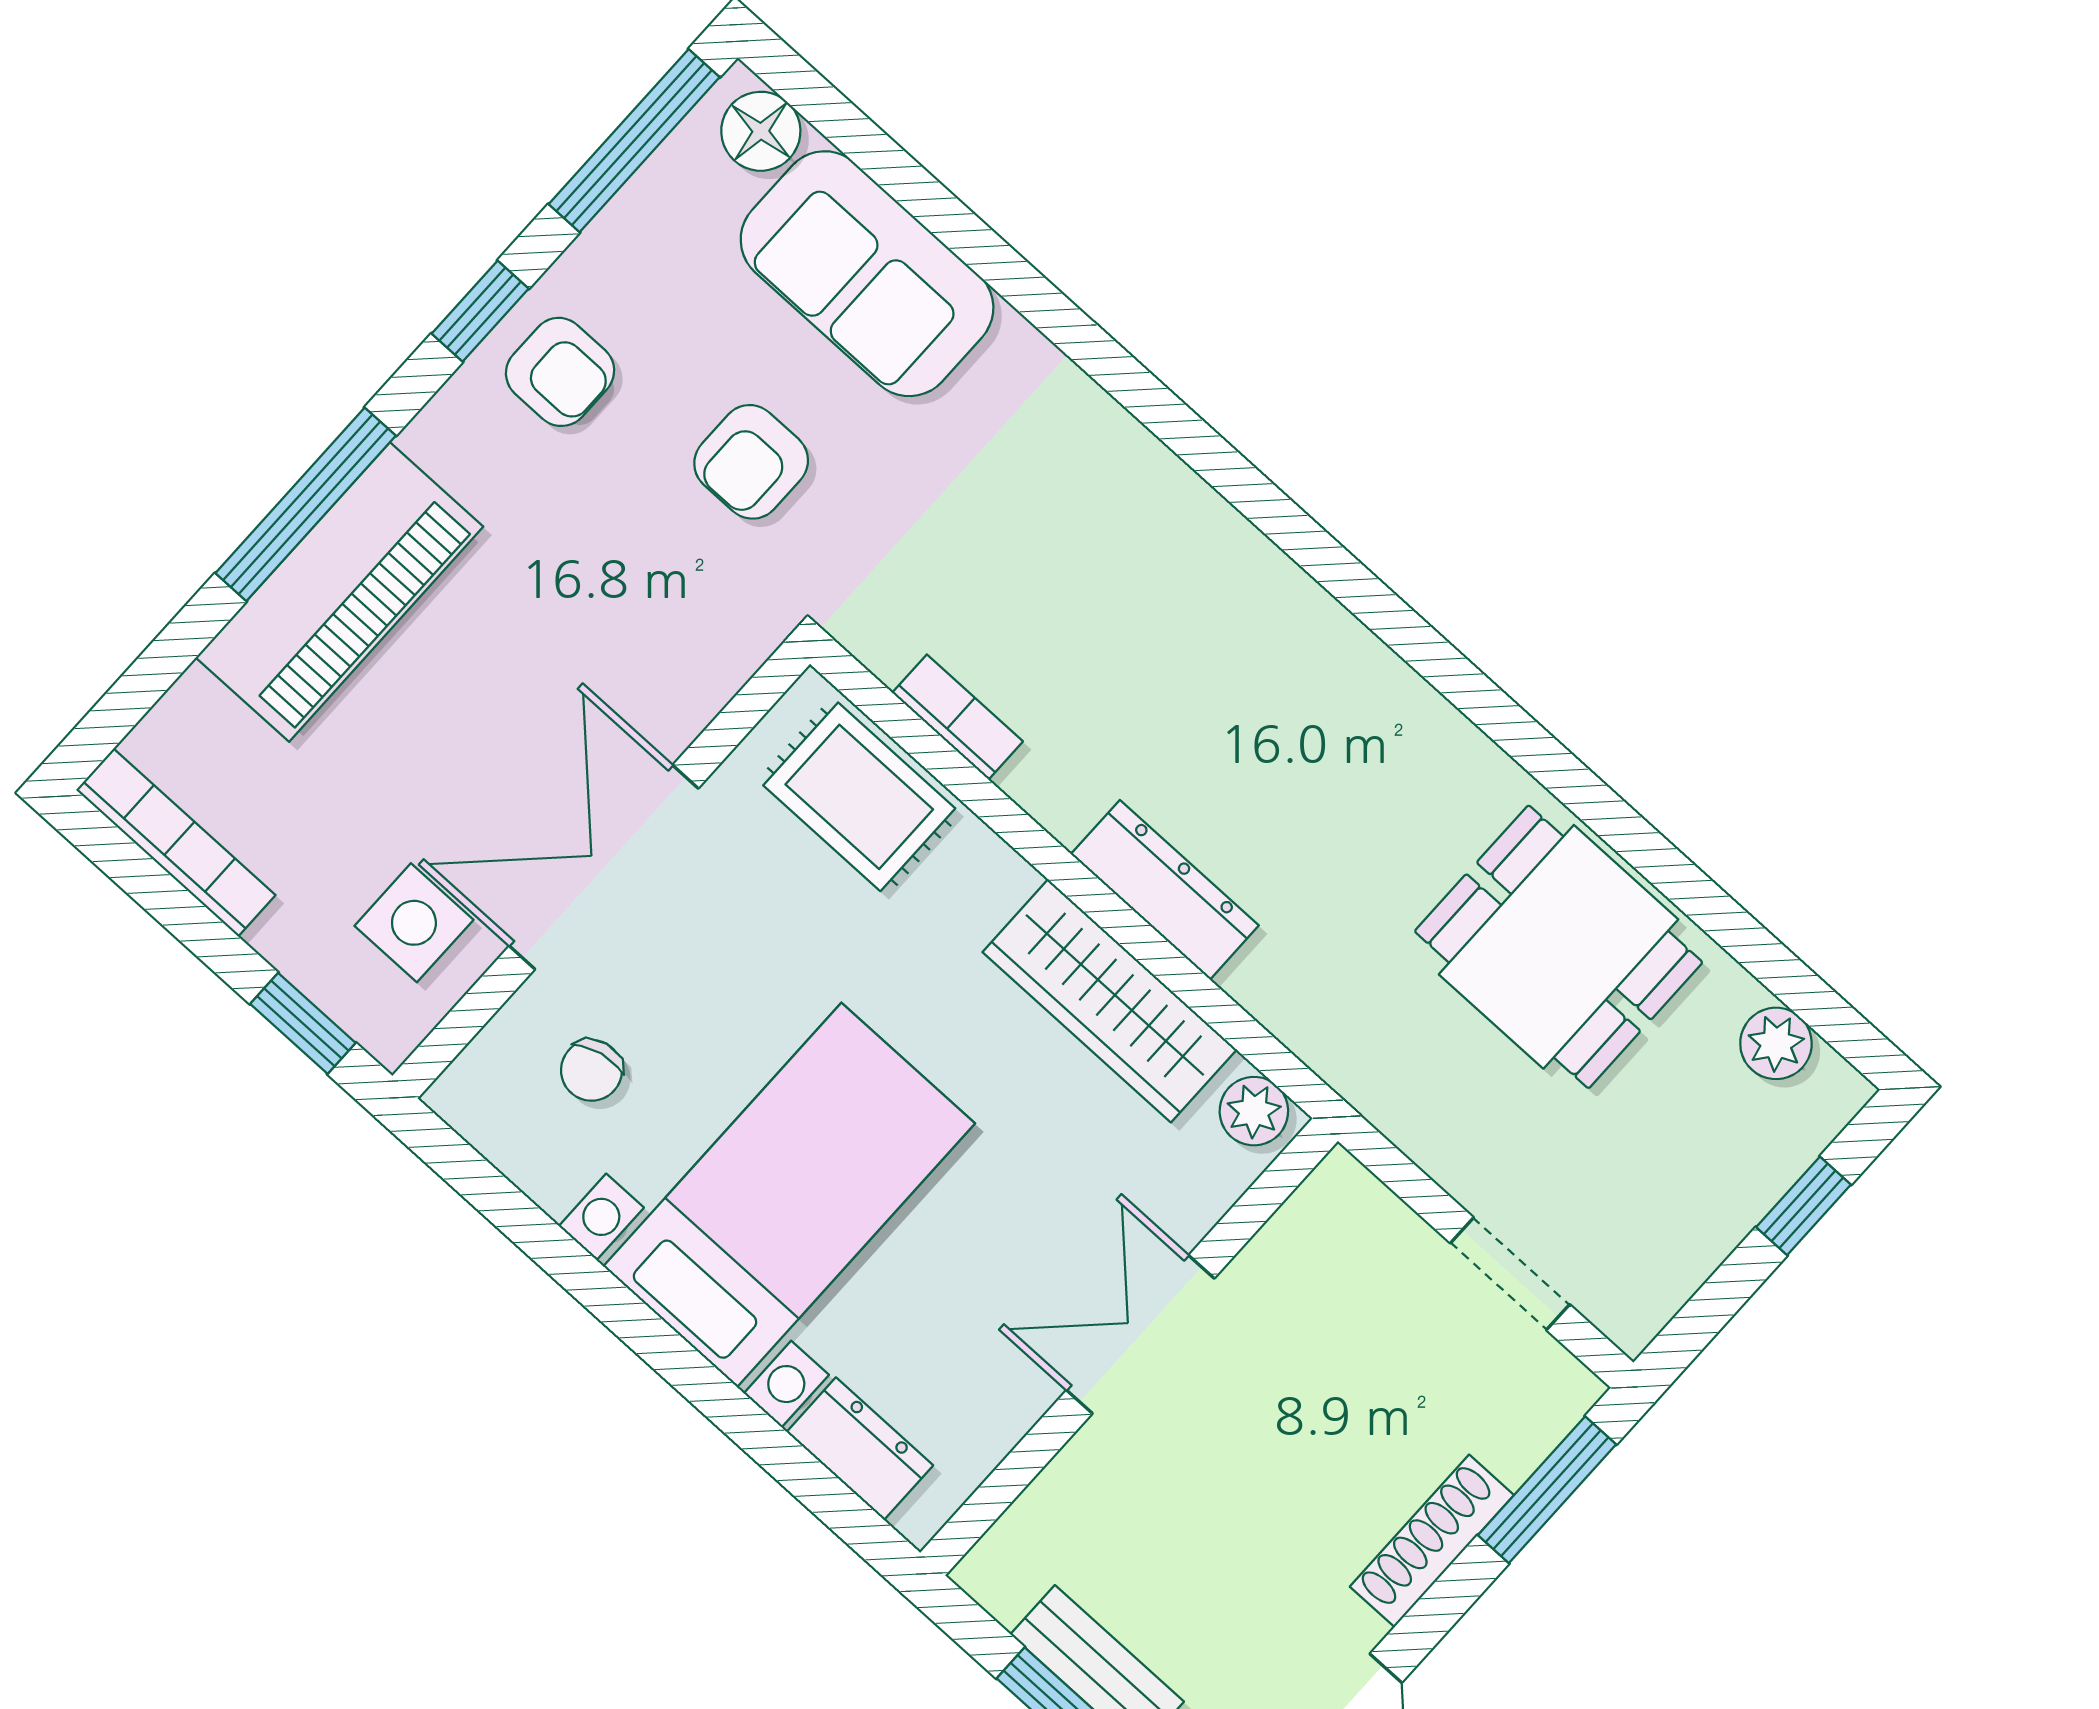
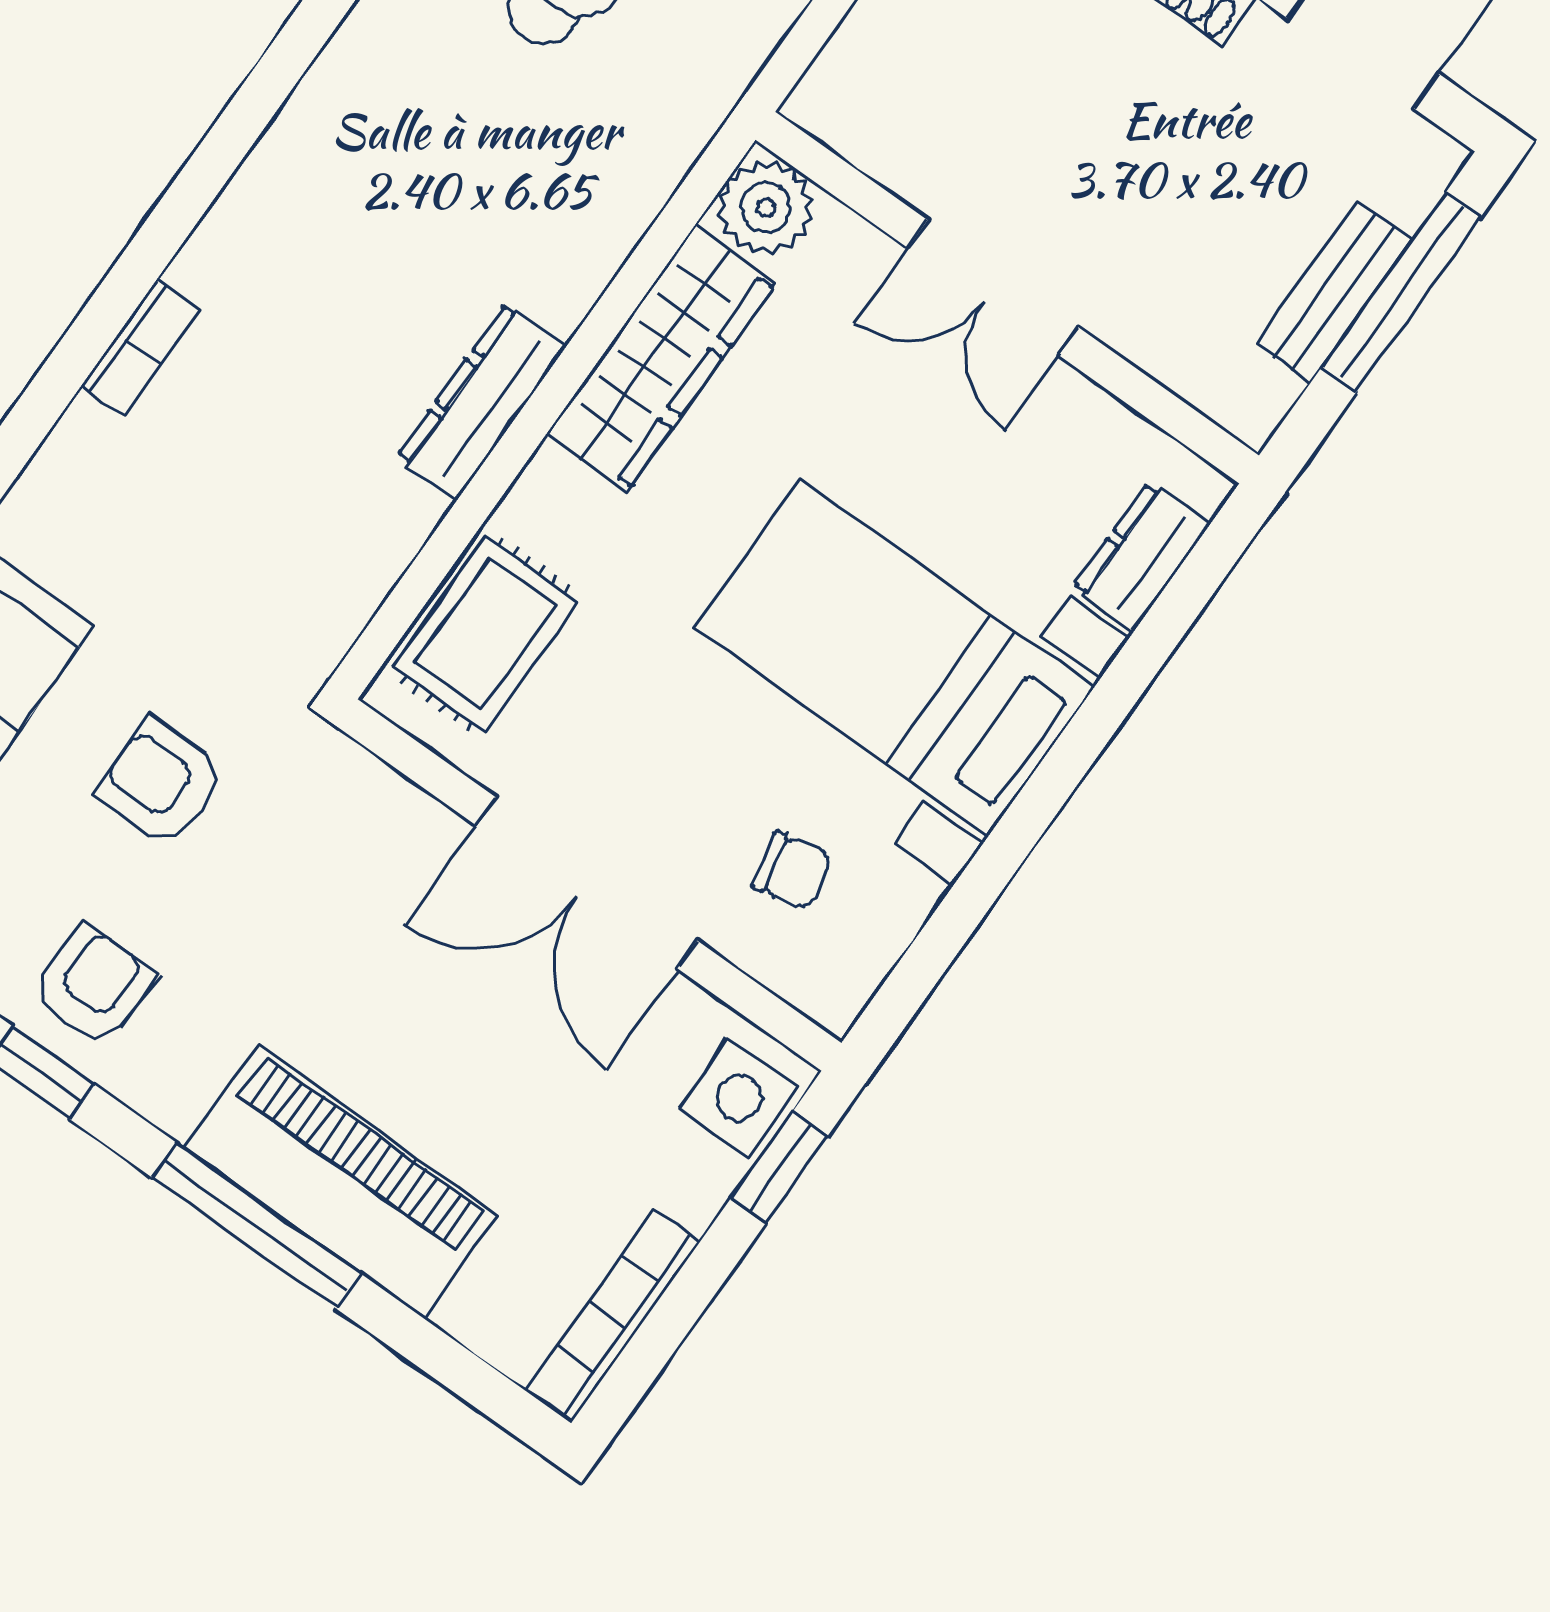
armchair: (751, 462) -> (161, 782), turned 180
bookcase: (958, 717) -> (140, 348), moved, turned 180
dresser: (1165, 890) -> (482, 402), moved
side table: (414, 923) -> (739, 1098), moved
plant: (1254, 1111) -> (766, 207), width x1.38, depth x1.38

